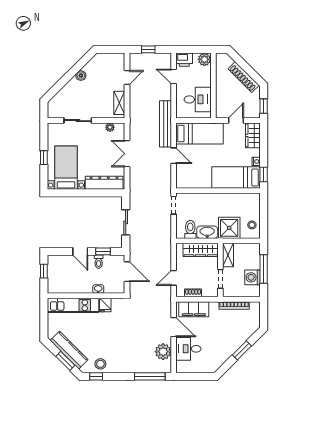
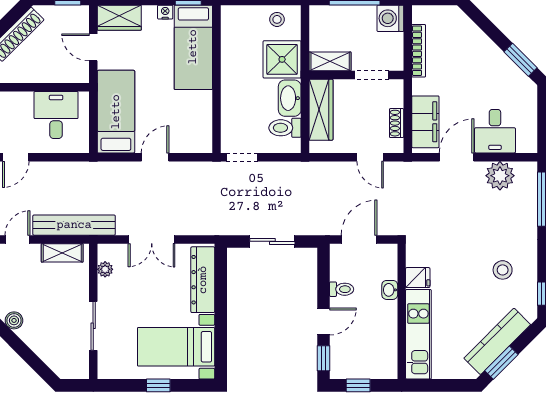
door: (127, 77) -> (17, 239), hinge flipped
bench: (166, 124) -> (74, 225), moved
window: (103, 251) -> (323, 358), moved
washing machine: (253, 277) -> (390, 18), moved, turned 90
window: (242, 350) -> (521, 60), moved
window: (65, 361) -> (501, 363), moved
stool: (100, 364) -> (503, 270), moved

